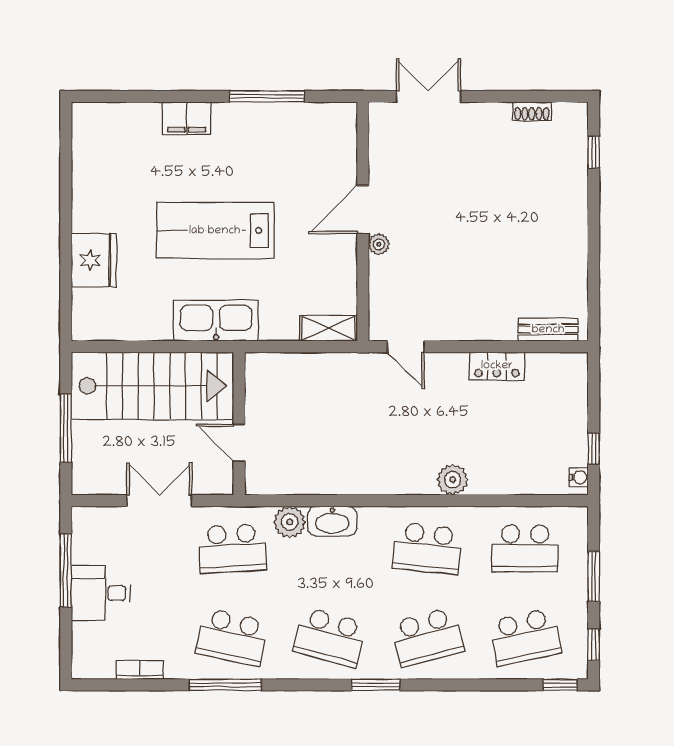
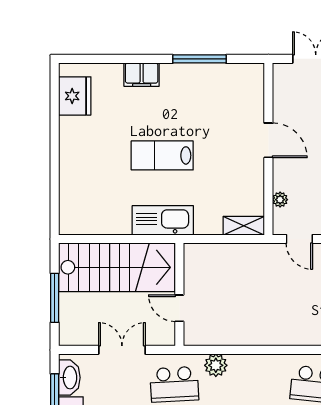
door: (363, 209) -> (268, 140), swing flipped
lab bench: (215, 231) -> (162, 155), width x0.73, depth x0.72
plant: (379, 244) -> (280, 200), moved
fridge: (94, 260) -> (75, 96), moved
washbasin: (332, 521) -> (69, 378), moved, turned -90

